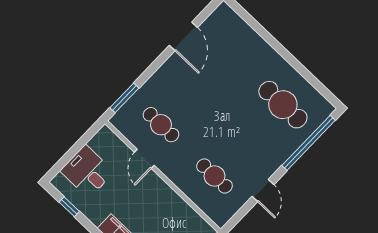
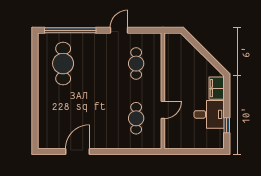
window: (124, 98) -> (141, 152), removed
desk: (87, 171) -> (209, 114), moved, turned -90

